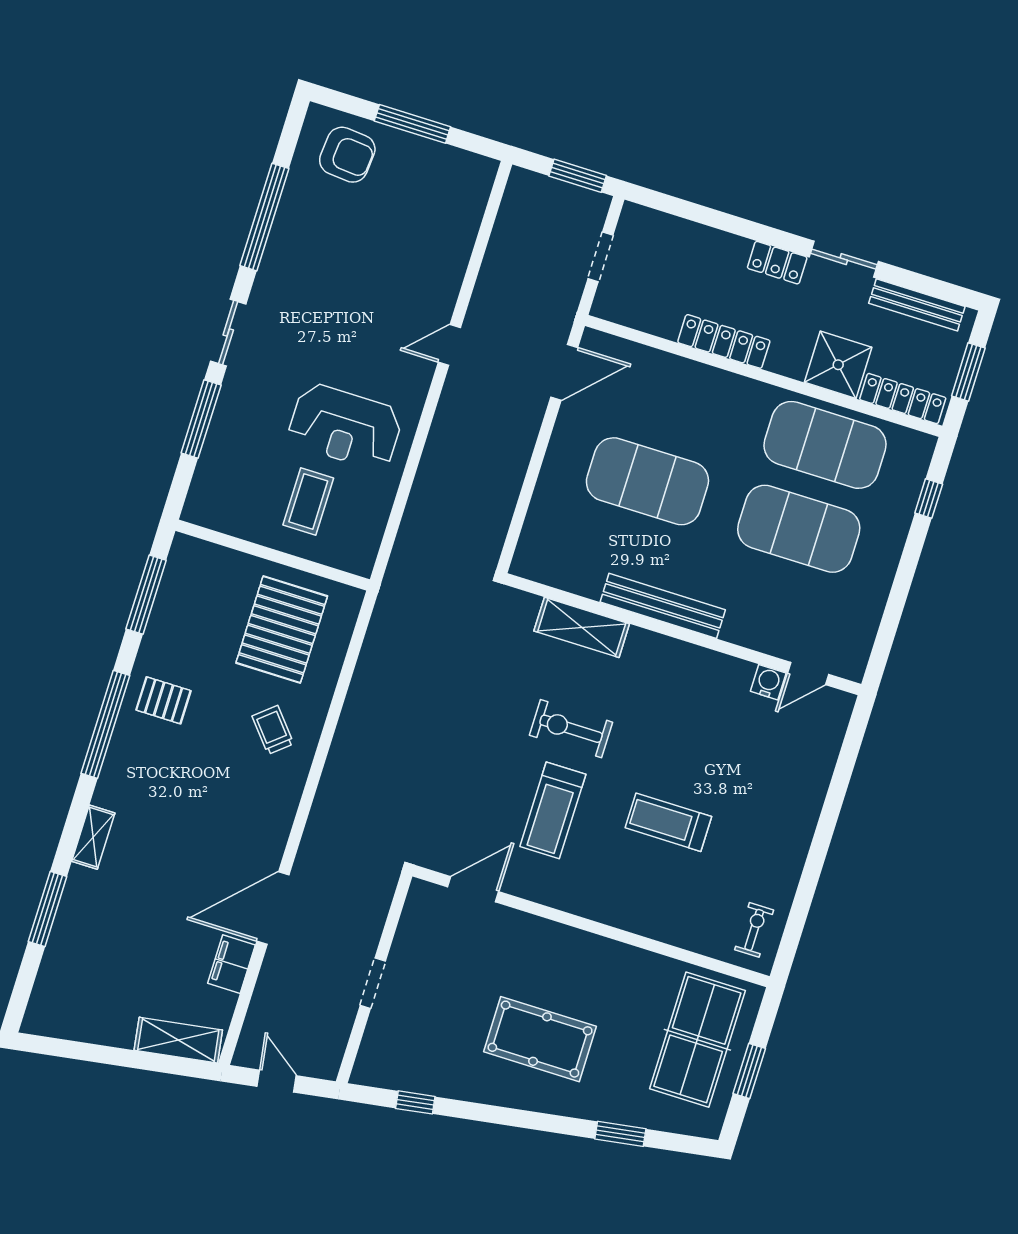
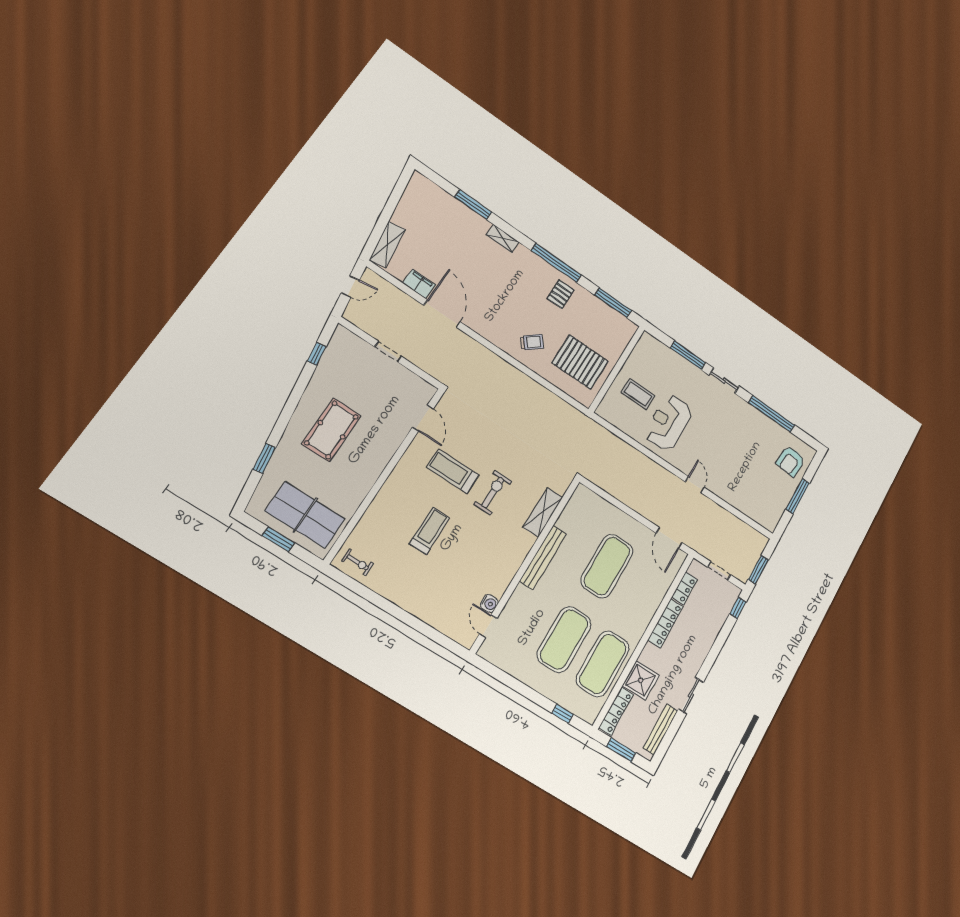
window: (661, 202) -> (738, 608), added
locker: (777, 263) -> (684, 588), moved, turned 180

